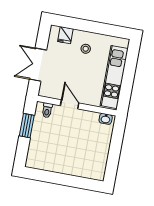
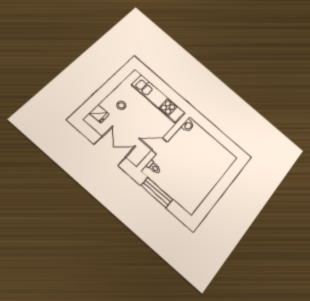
double door: (38, 65) -> (110, 151), swing flipped
window: (27, 126) -> (157, 192), width x1.44

